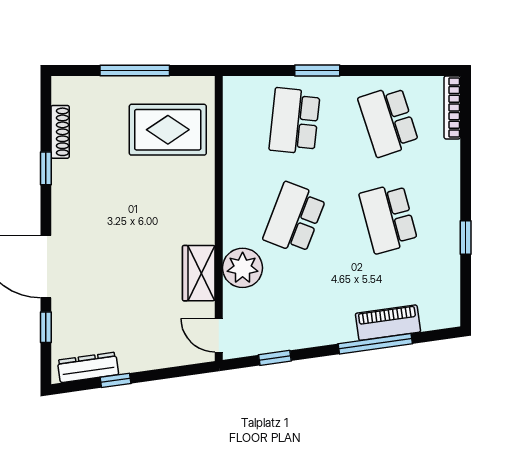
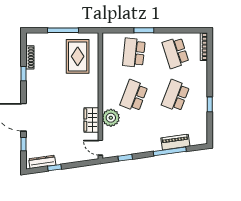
rug: (168, 130) -> (78, 56), turned 90
school desk: (388, 218) -> (176, 96), turned 36

